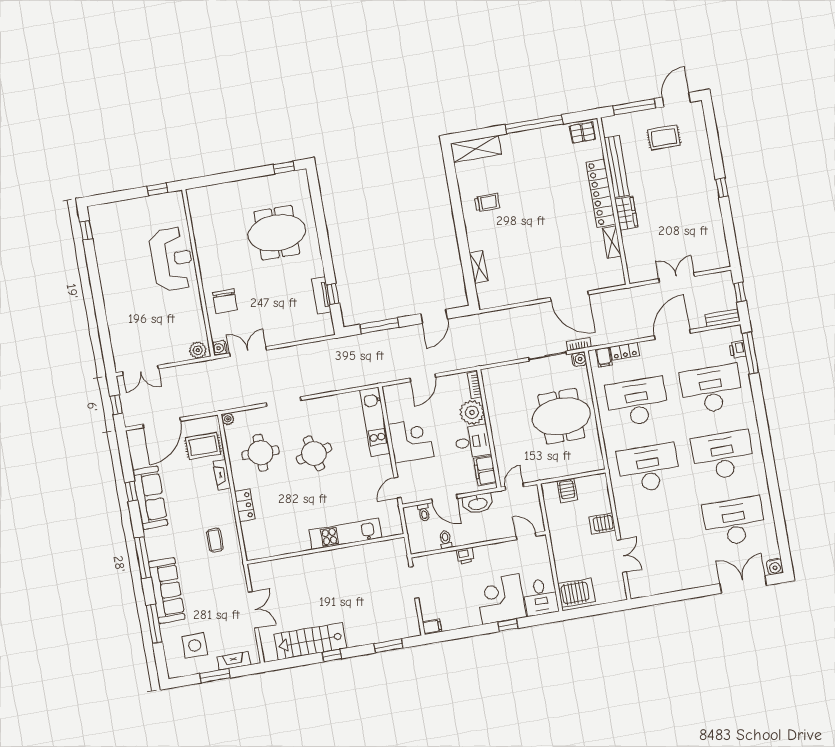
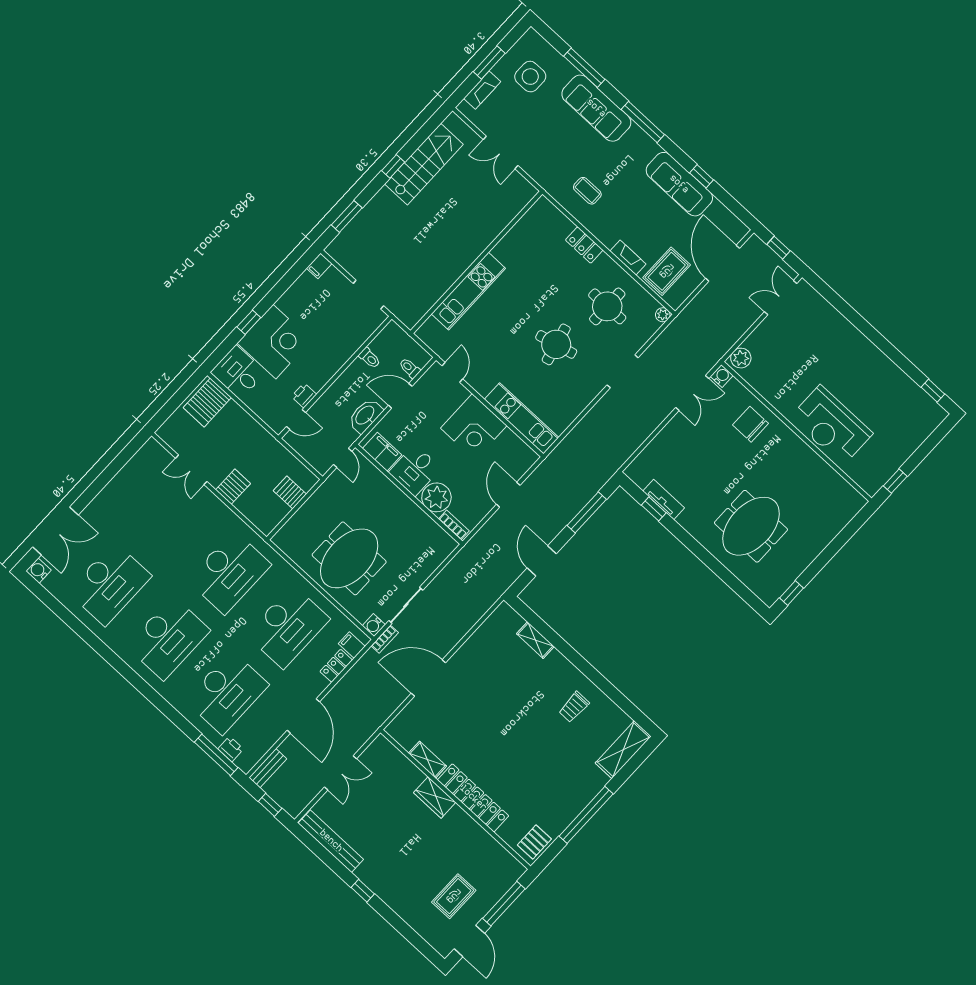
bench: (617, 167) -> (331, 841), moved
printer: (465, 556) -> (304, 395), moved

